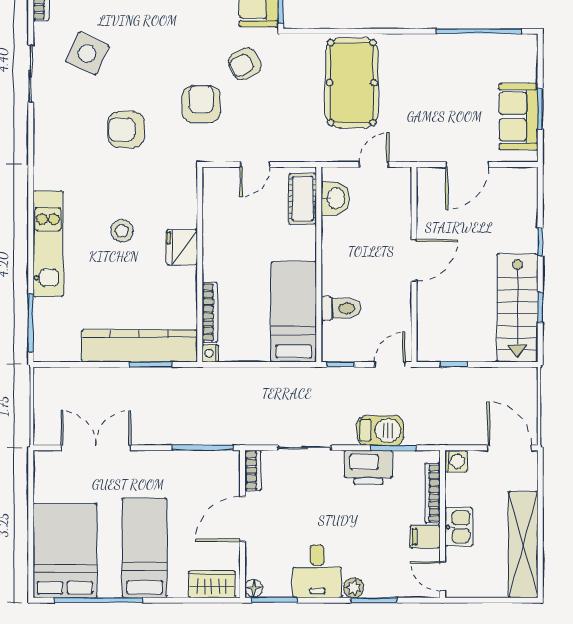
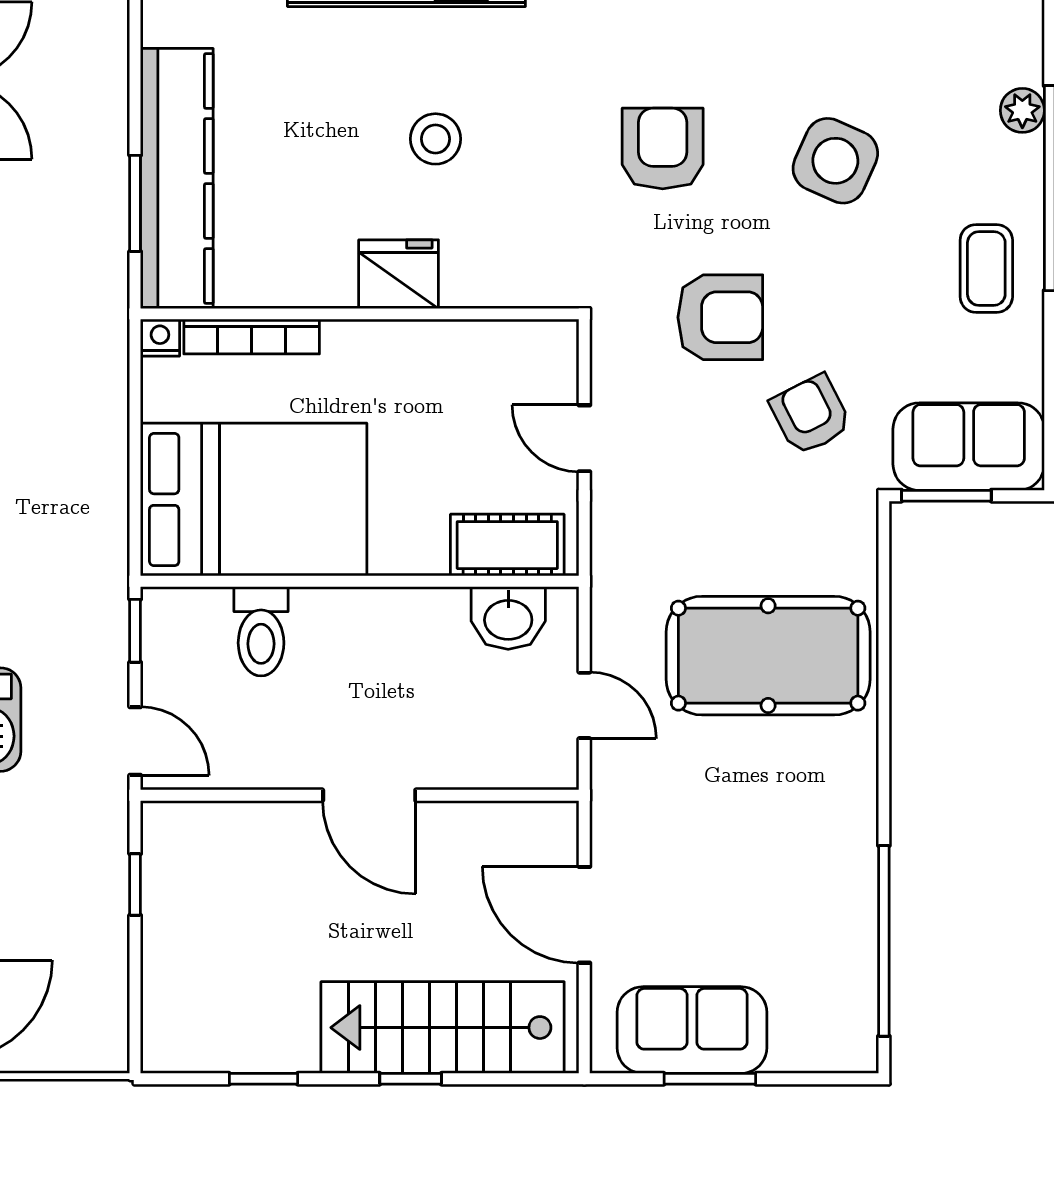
side table: (87, 54) -> (835, 161), moved
stairs: (517, 308) -> (443, 1028), moved
bed: (294, 312) -> (254, 500), width x1.50

